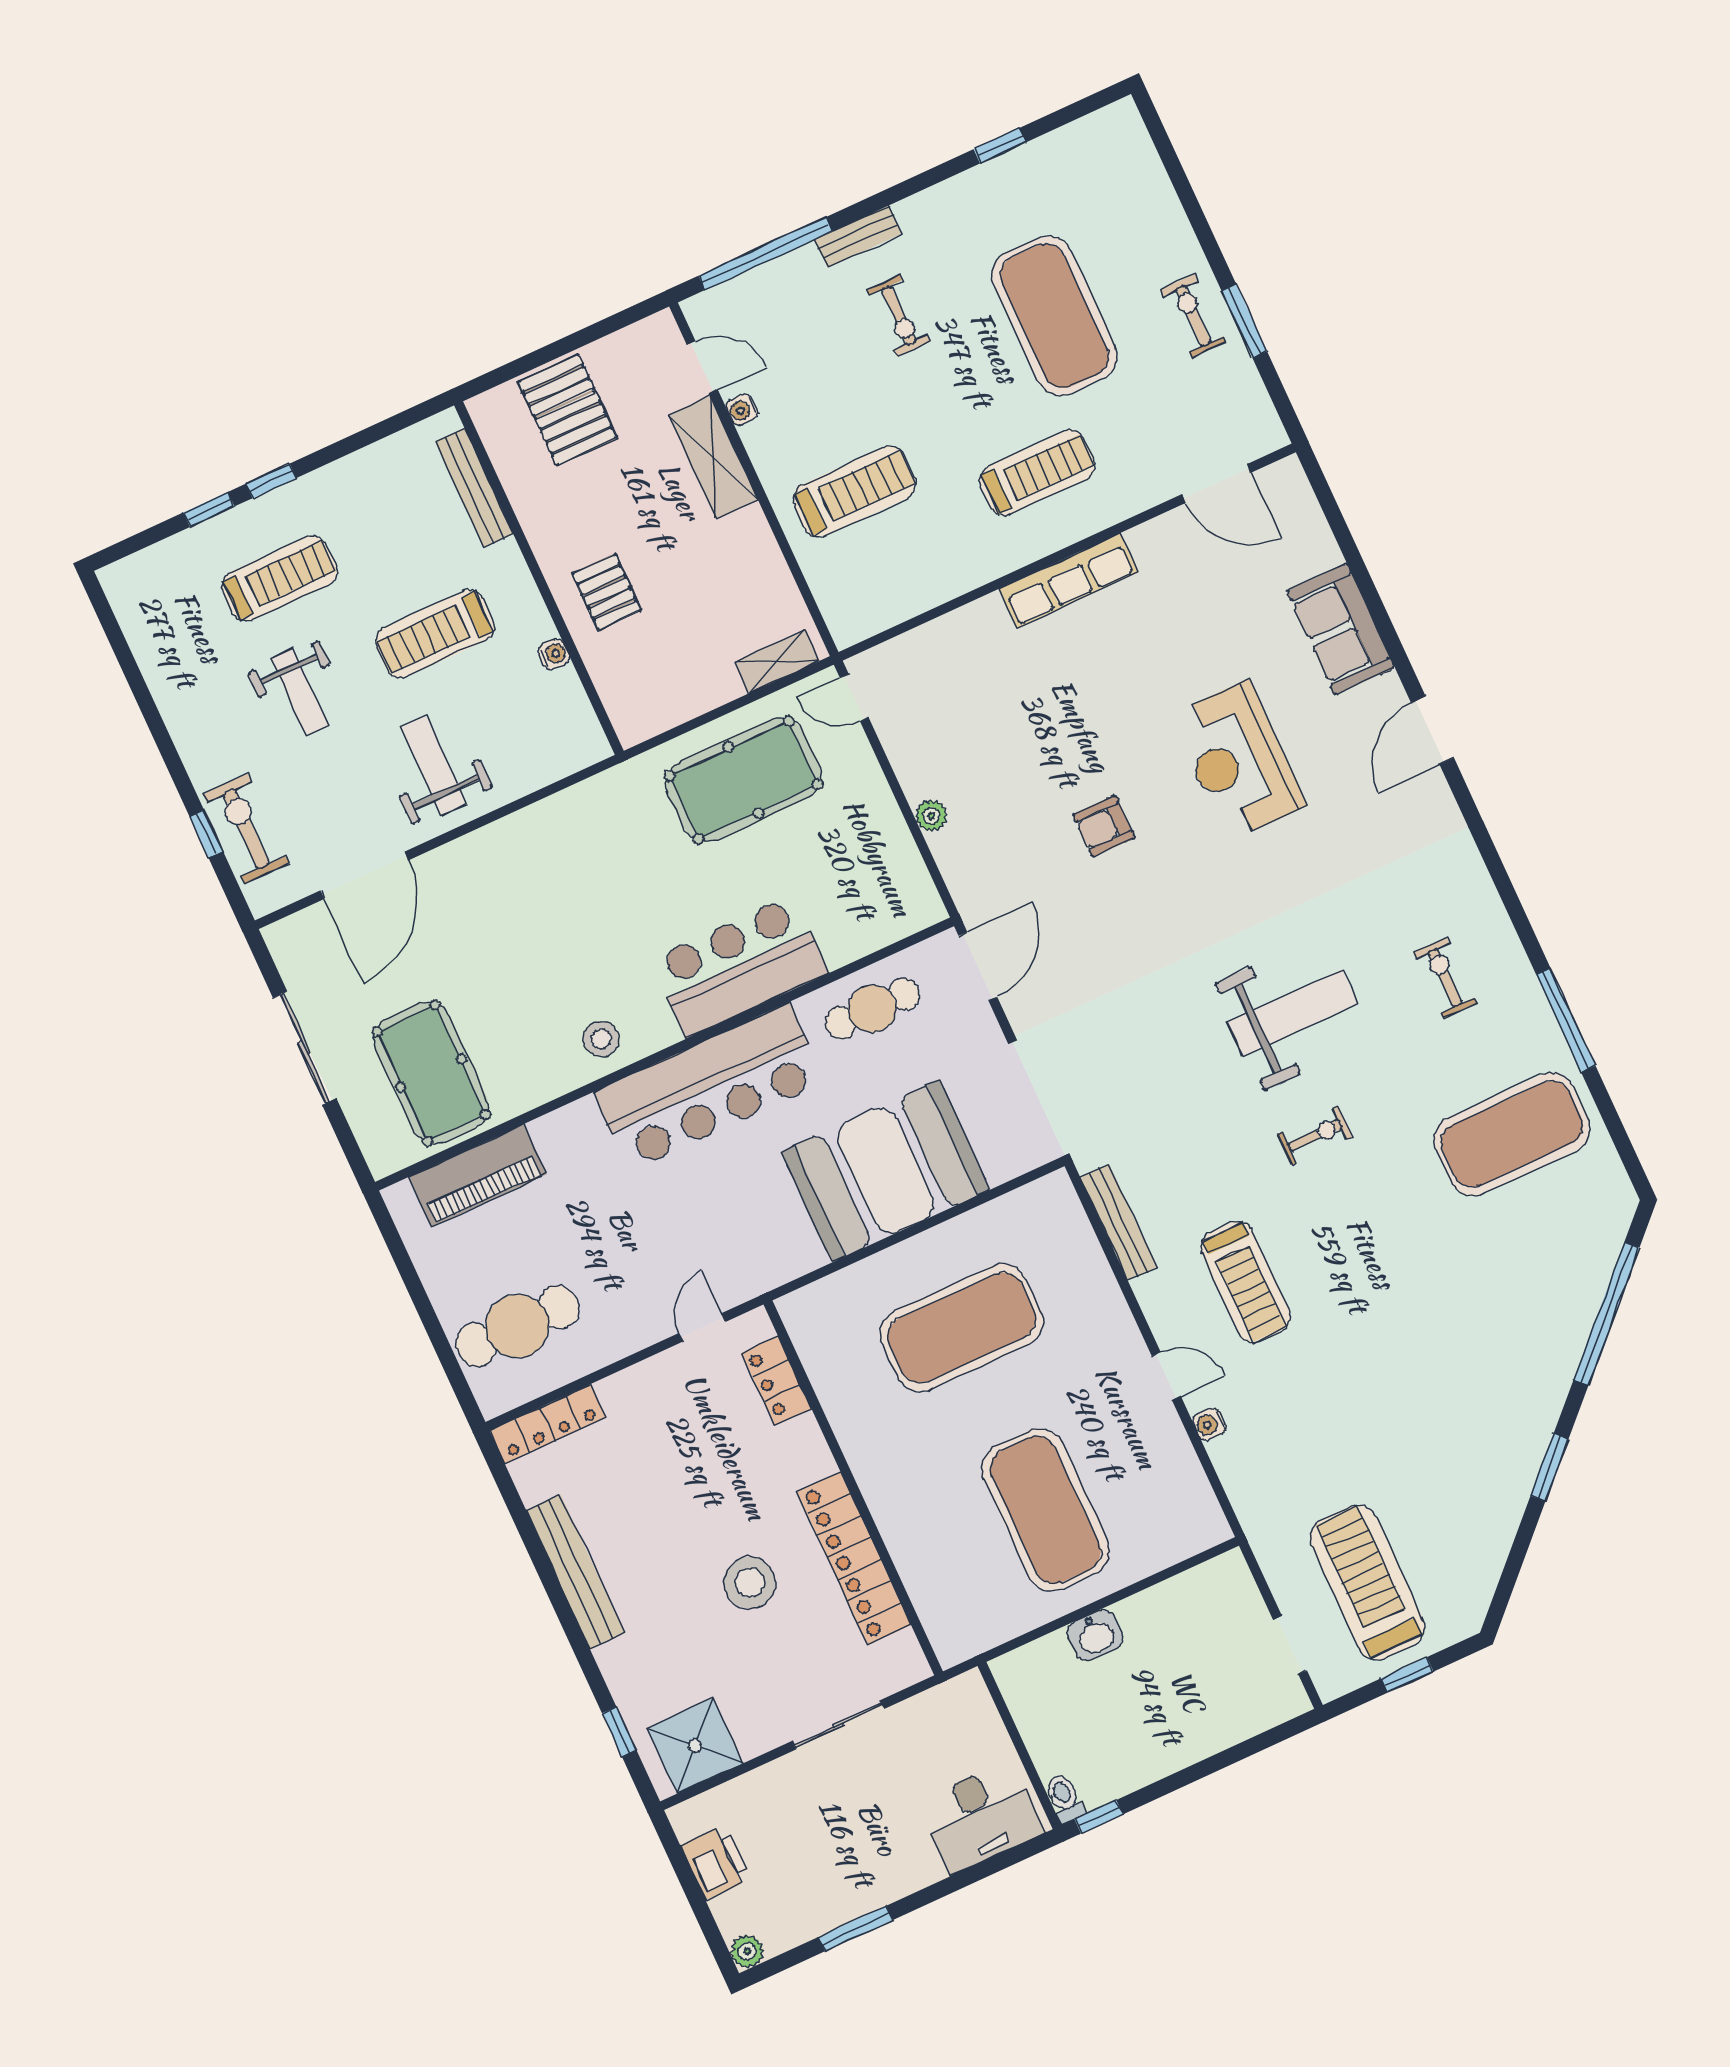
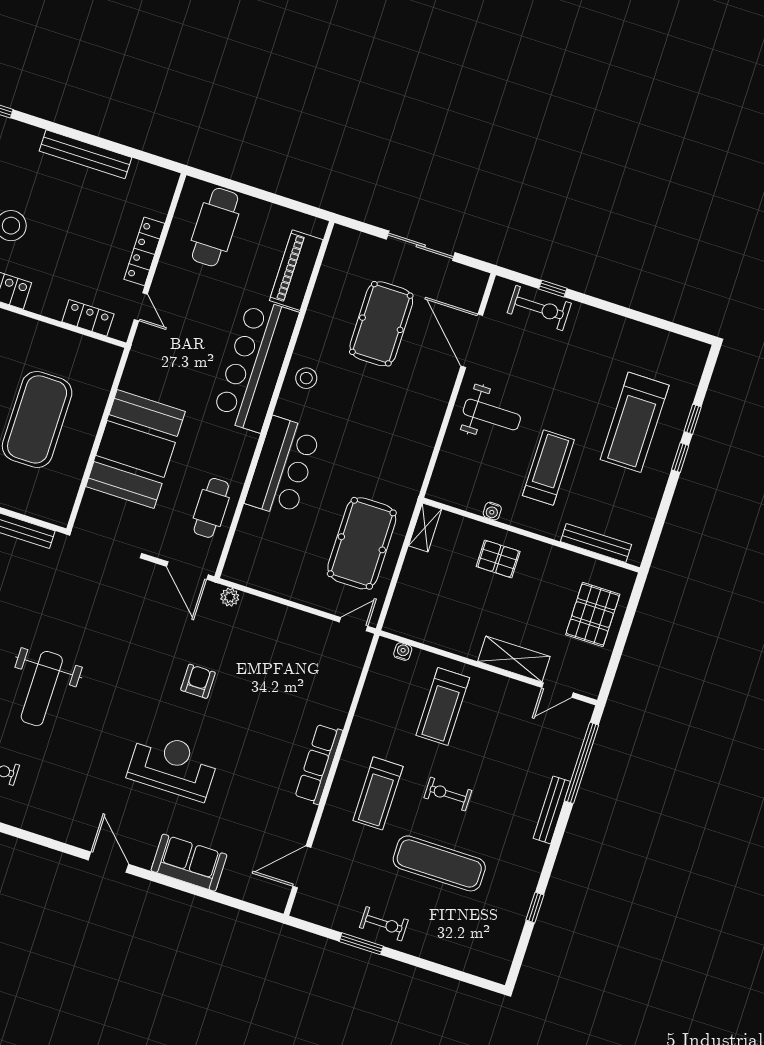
bench: (858, 237) -> (552, 810), width x1.36
exercise bike: (899, 316) -> (448, 794), moved
exercise mat: (1054, 316) -> (439, 863), width x0.68
pallet: (567, 410) -> (593, 615), turned 90
water cooler: (742, 410) -> (403, 652), moved
treadmill: (279, 578) -> (635, 422), width x1.37, depth x1.38
shelving: (777, 661) -> (425, 528), moved
weight bench: (300, 692) -> (577, 386), removed
plant: (931, 816) -> (230, 597), moved
pool table: (431, 1073) -> (381, 324), moved, turned 90
bar counter: (710, 1087) -> (255, 365), moved
locker: (548, 1424) -> (144, 251), moved

